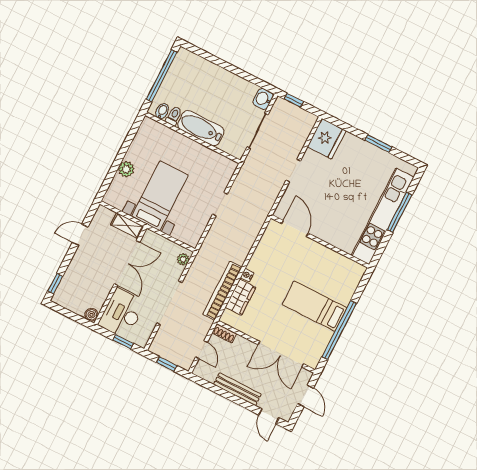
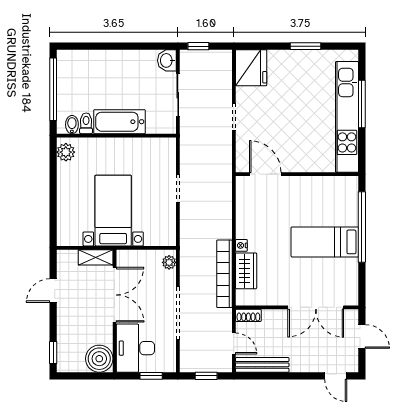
plant: (126, 169) -> (66, 152), moved
boiler: (91, 315) -> (99, 359), width x1.86, depth x1.86
window: (339, 330) -> (362, 227), moved
bench: (237, 389) -> (262, 365), moved

